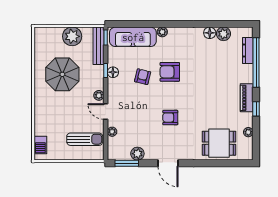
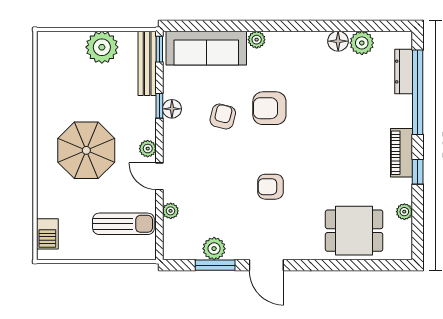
parasol: (62, 74) -> (86, 150), moved
window: (127, 163) -> (215, 265), moved

